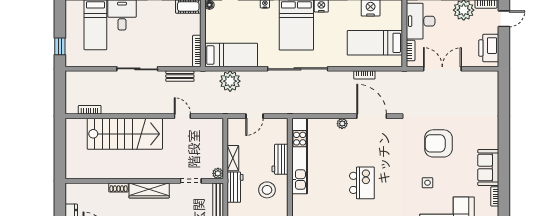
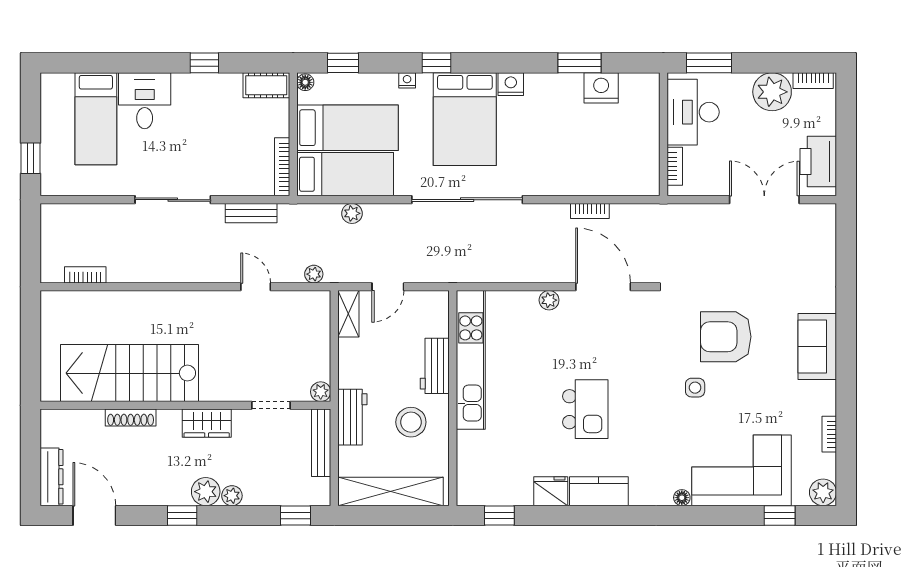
door: (504, 19) -> (846, 108), removed
bed: (375, 43) -> (347, 128), moved, turned 180
double door: (442, 69) -> (764, 200), moved
plant: (230, 81) -> (352, 213), width x0.53, depth x0.53
plant: (214, 109) -> (314, 274), added
stairs: (125, 134) -> (130, 373), moved, turned 180
shelving: (233, 158) -> (348, 314), moved
sofa: (488, 167) -> (817, 347), moved
side table: (428, 183) -> (695, 388), moved
shoe rack: (118, 187) -> (131, 418), width x1.43
wardrobe: (149, 190) -> (207, 423), width x0.67

